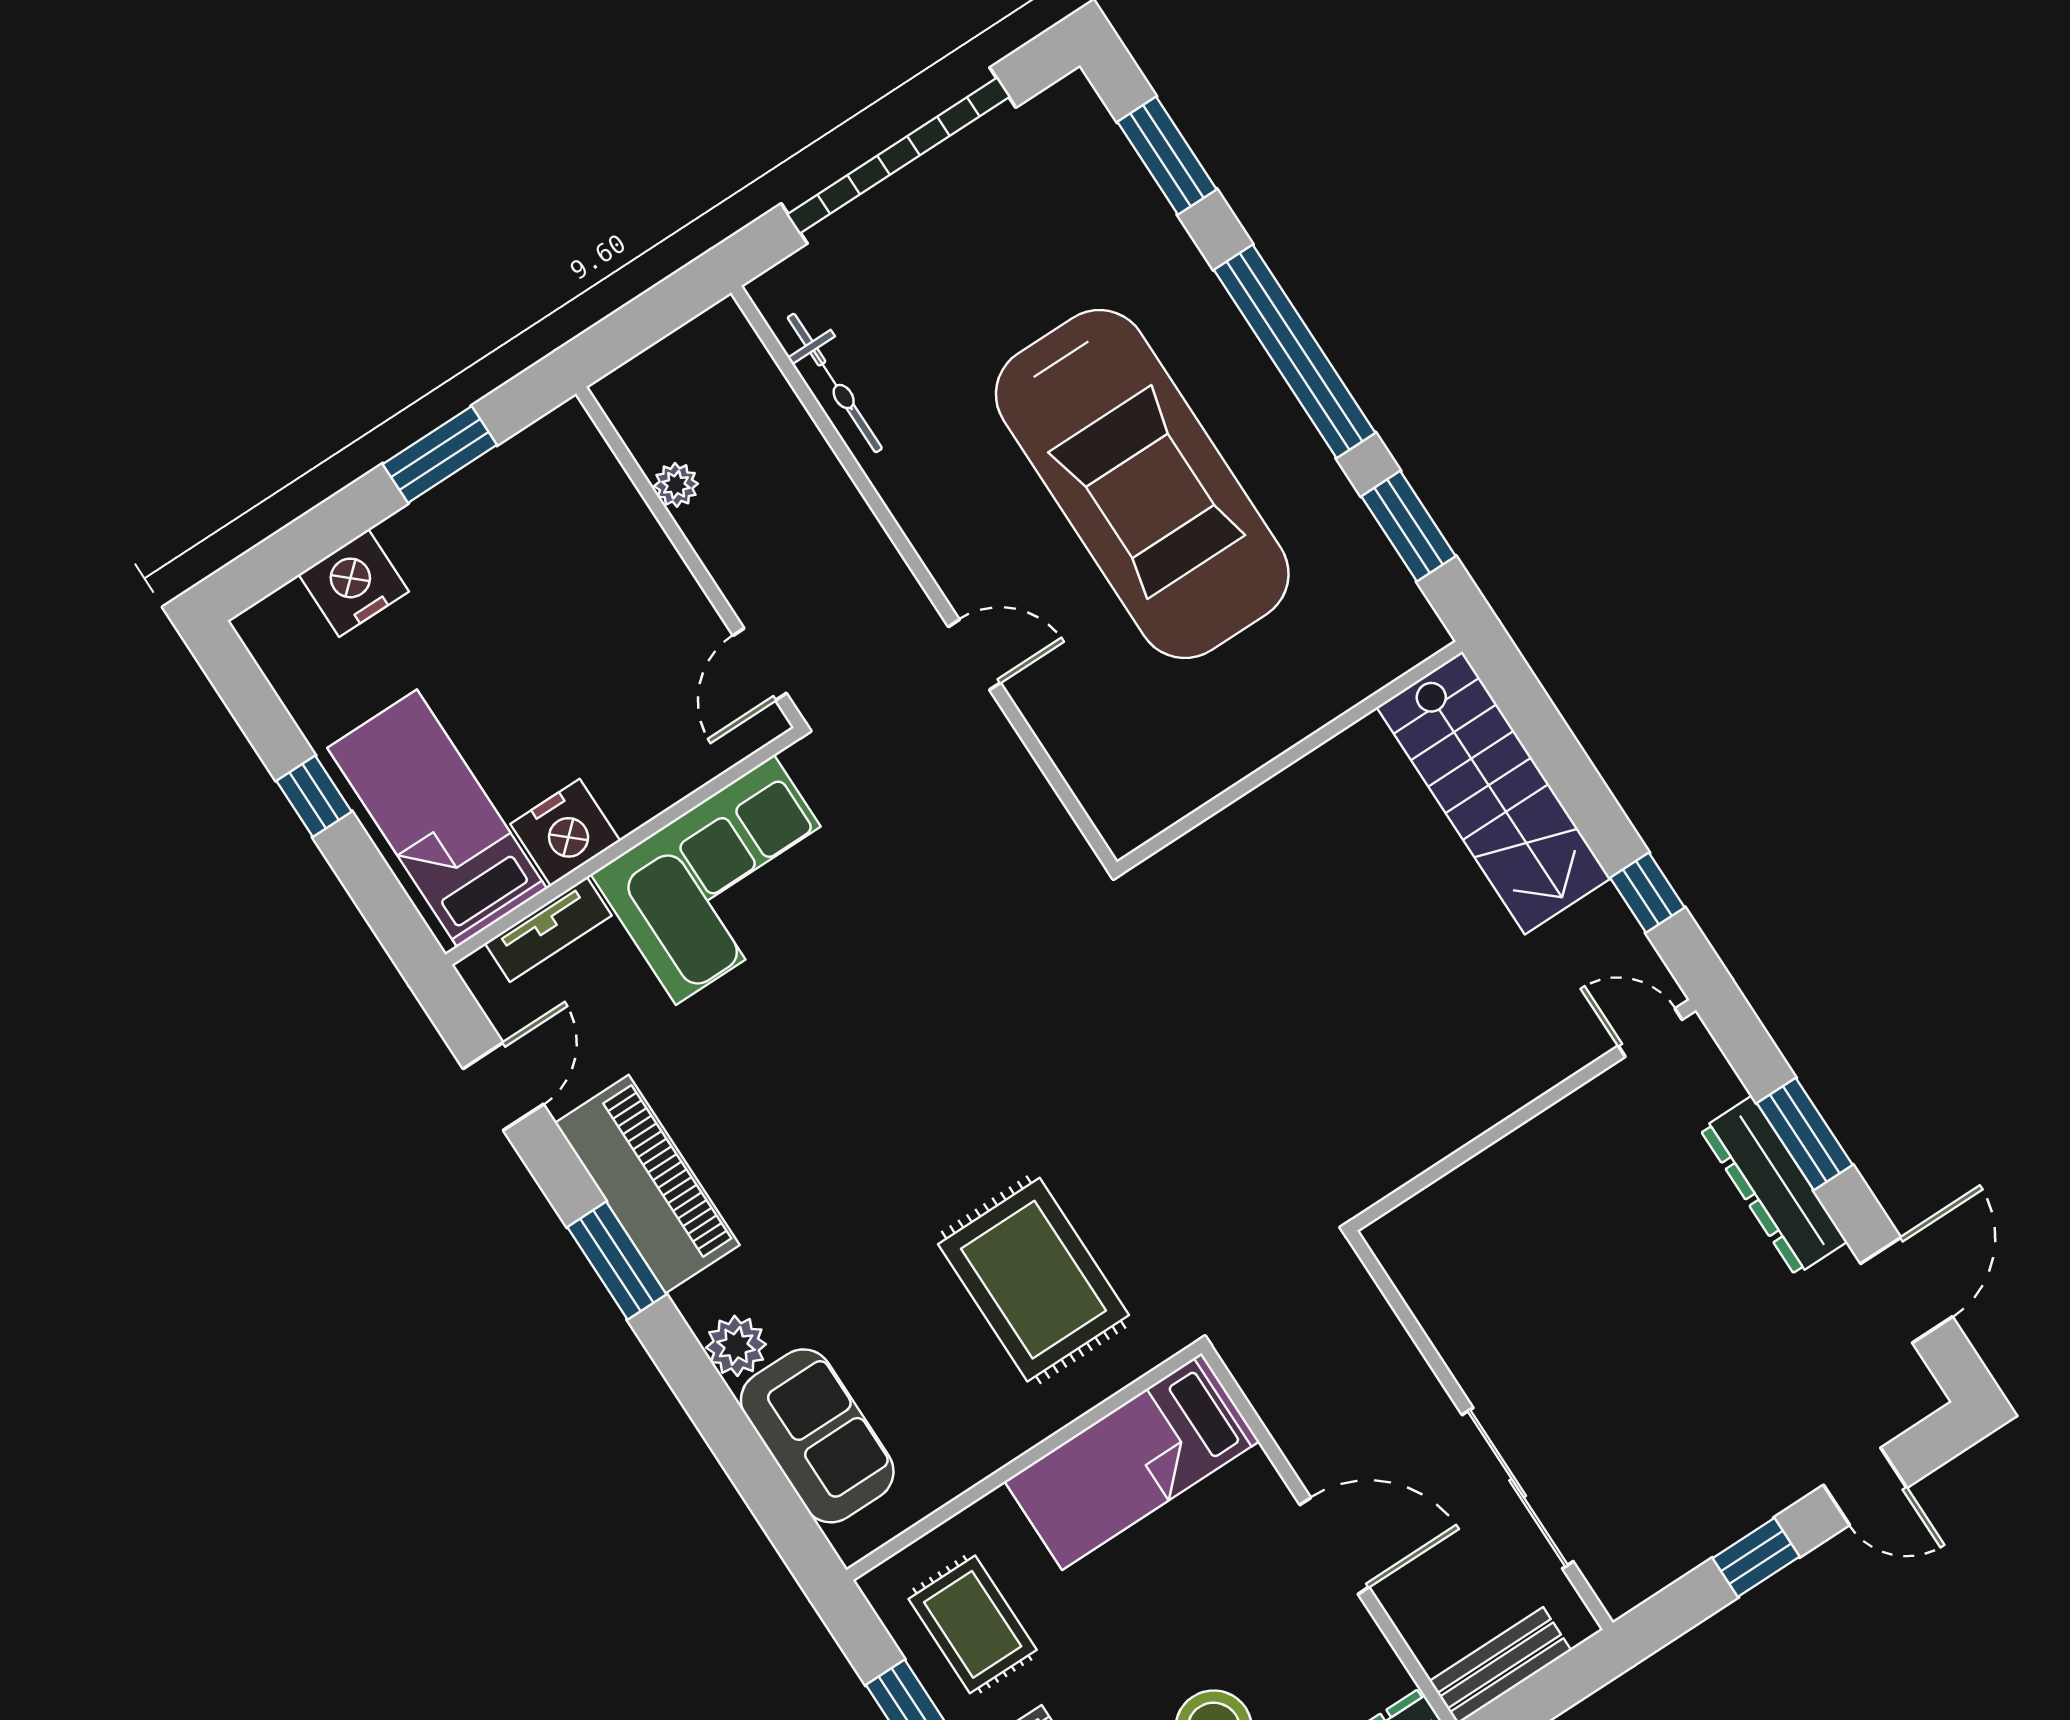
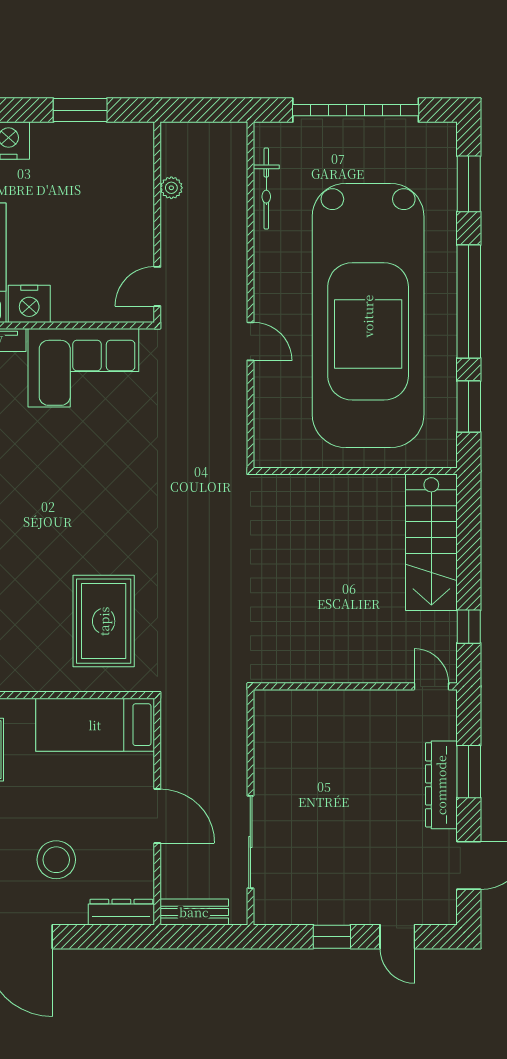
car: (1142, 484) -> (368, 316), width x1.36, depth x1.48

